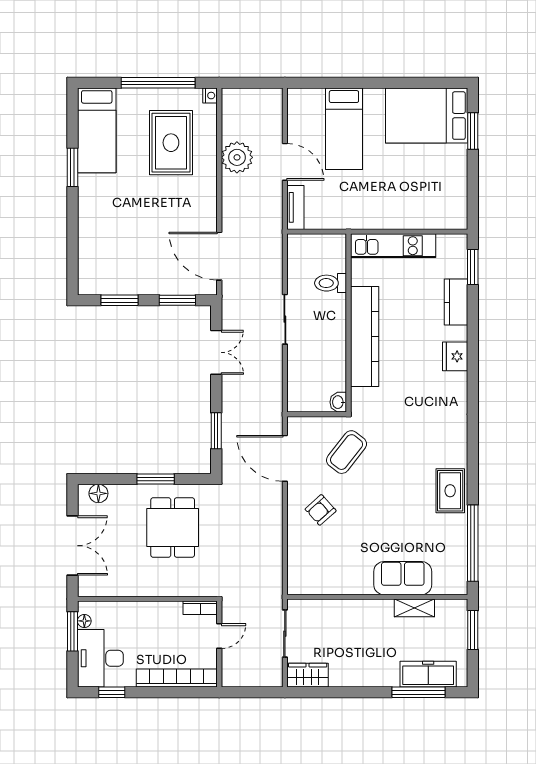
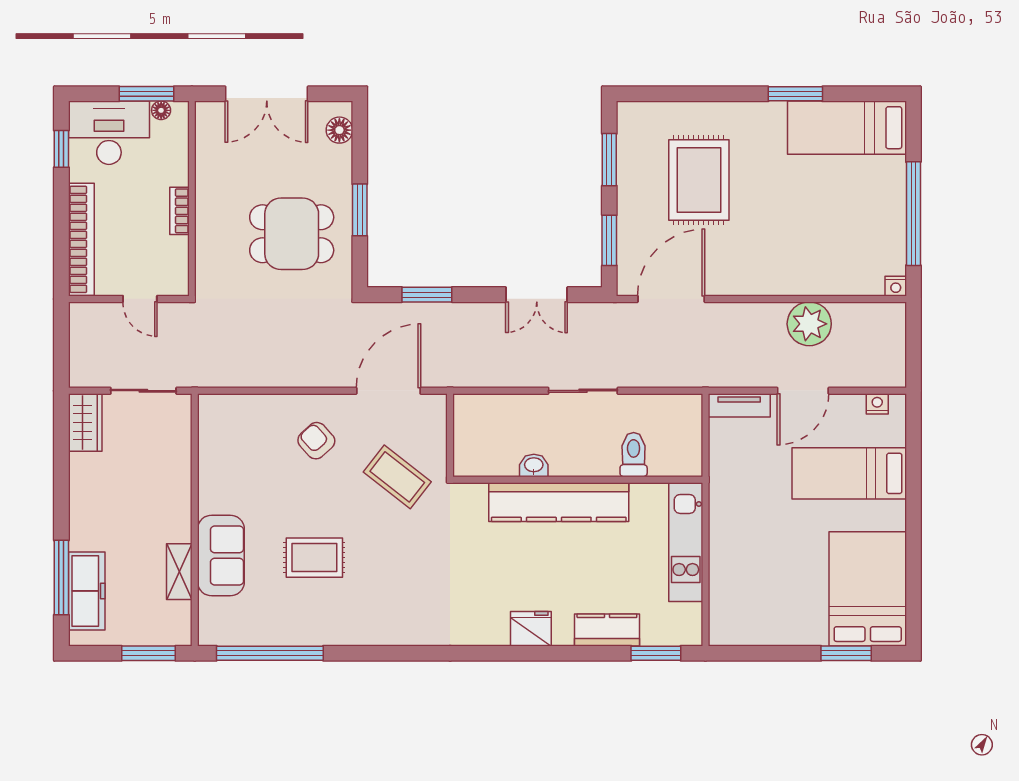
nightstand: (294, 109) -> (877, 404), added
rug: (171, 143) -> (699, 180), moved, turned 90
washbasin: (338, 402) -> (534, 465), moved
rug: (450, 491) -> (314, 558), moved
bookcase: (200, 608) -> (179, 211), moved

